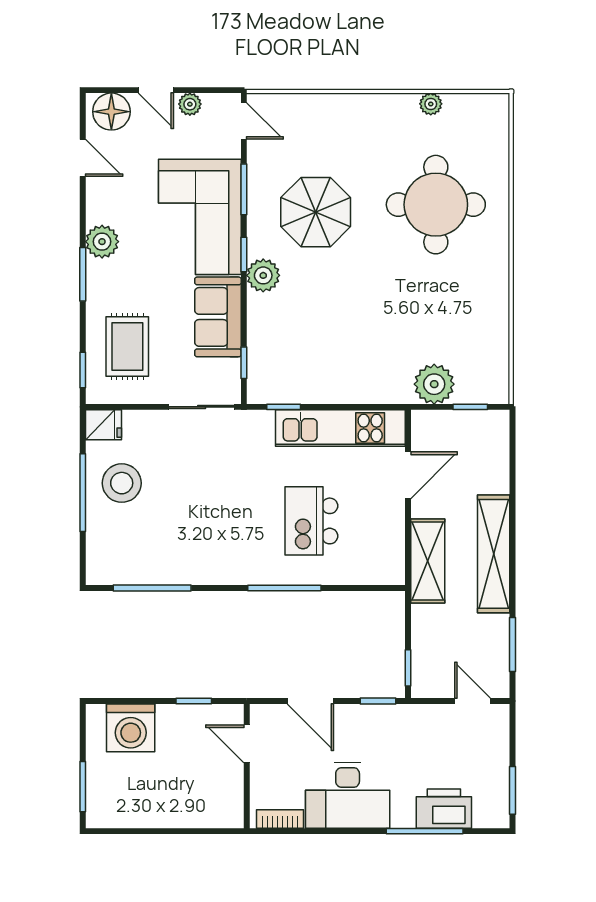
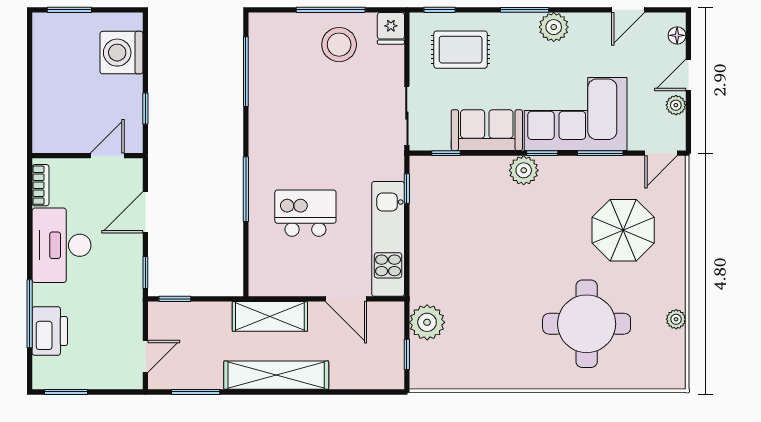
floor lamp: (111, 112) -> (677, 35), width x0.53, depth x0.53
parasol: (316, 212) -> (623, 230), moved

